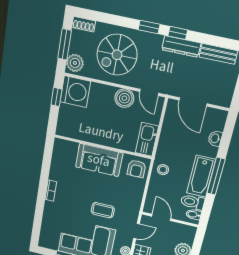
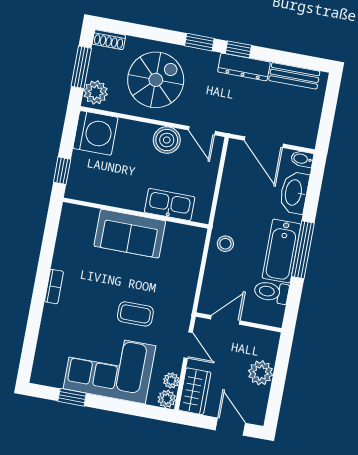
spiral stairs: (117, 55) -> (156, 80), turned 180
window: (57, 97) -> (62, 171), moved
washbasin: (215, 138) -> (294, 193), width x1.91, depth x1.45
kitchen sink: (147, 139) -> (170, 205), moved, turned 90
armchair: (137, 169) -> (186, 244), removed
bidet: (194, 214) -> (302, 159), moved
door: (161, 217) -> (225, 320), hinge flipped
door: (137, 231) -> (188, 345), hinge flipped

